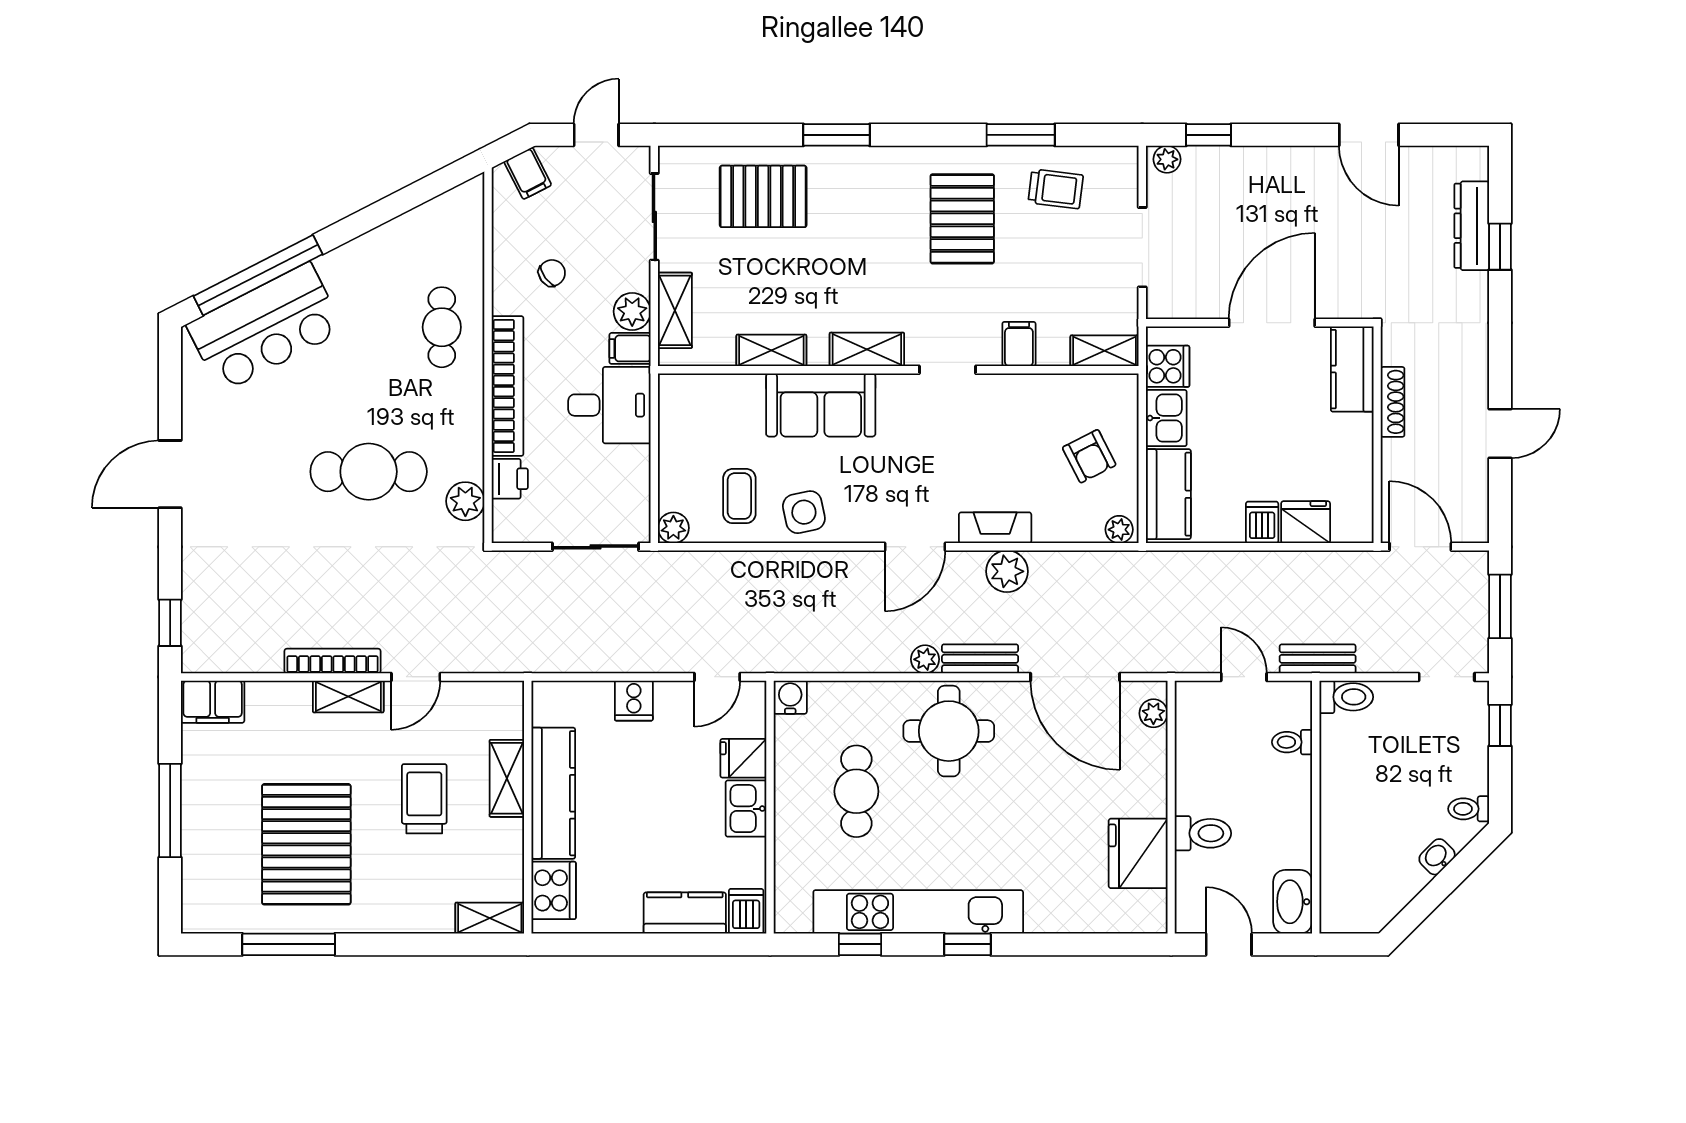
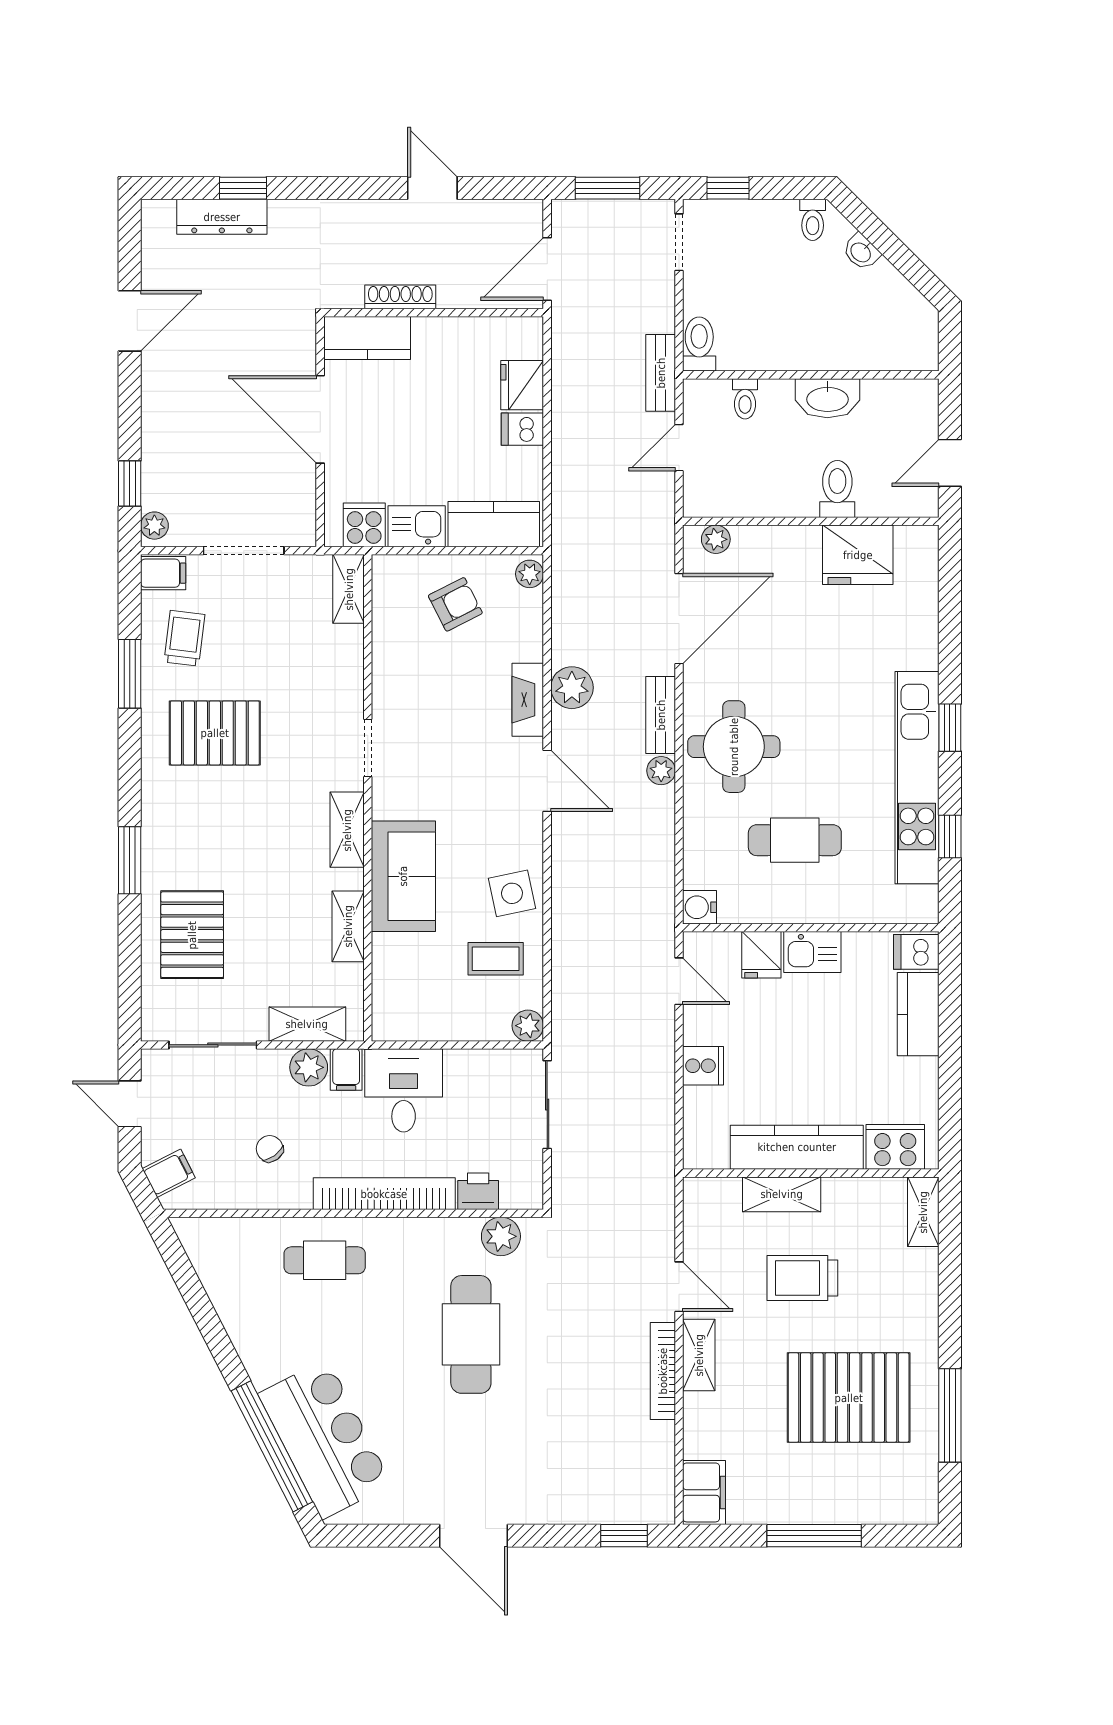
filing cabinet: (1019, 344) -> (163, 573), moved, turned 180
washbasin: (1293, 902) -> (827, 398), moved

